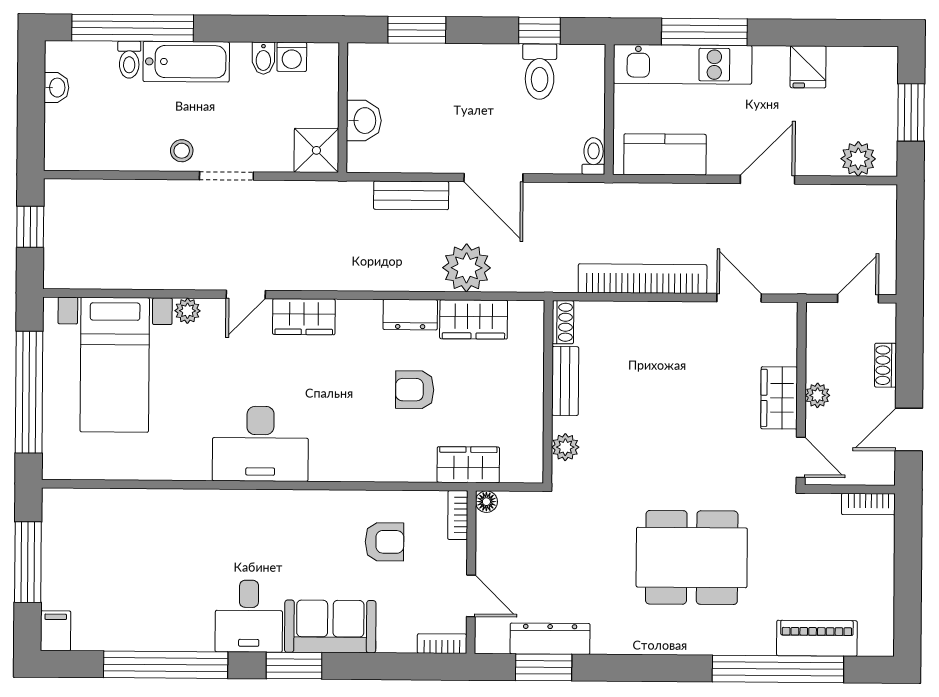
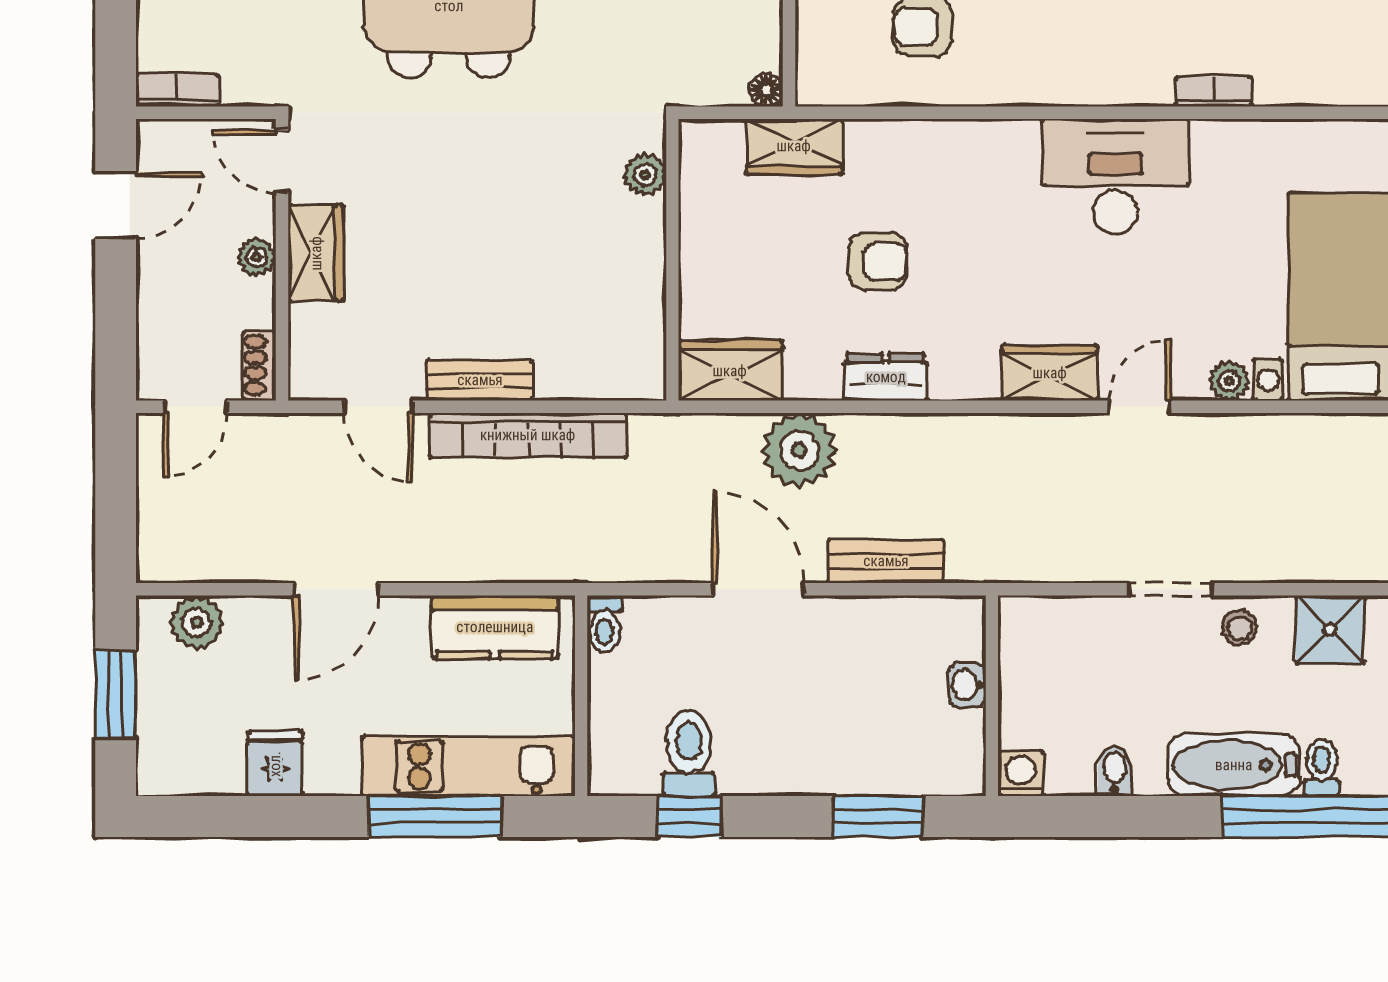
washing machine: (292, 57) -> (1021, 774), moved
washbasin: (364, 121) -> (967, 685), width x0.72, depth x0.69
shower: (316, 150) -> (1330, 629), moved
wardrobe: (474, 319) -> (730, 371), moved
shoe rack: (563, 322) -> (650, 367), removed
shoe rack: (885, 365) -> (259, 365), moved, turned 180
bench: (565, 381) -> (480, 380), moved, turned 90
bookcase: (458, 515) -> (1214, 91), moved, turned -90

